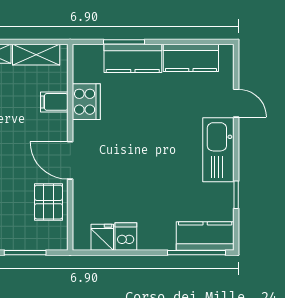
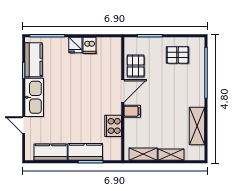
filing cabinet: (54, 102) -> (132, 111), moved
door: (70, 160) -> (123, 91), hinge flipped
kitchen counter: (205, 236) -> (34, 60), moved, turned -90
fridge: (102, 237) -> (75, 45), moved

